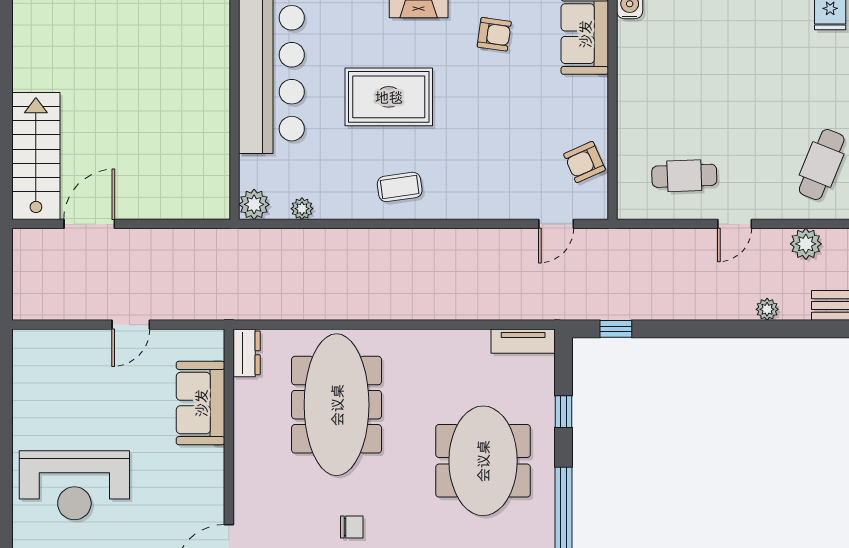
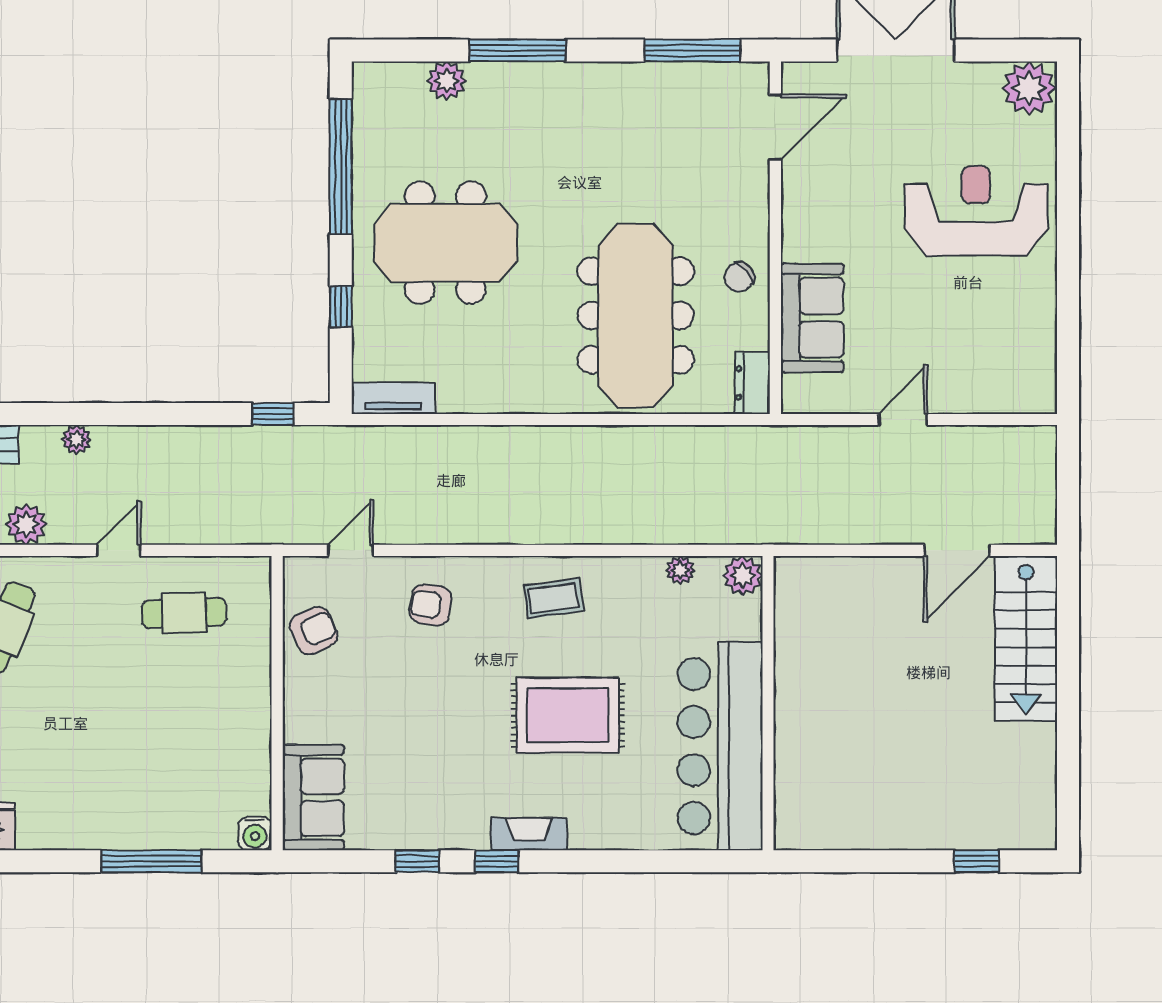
armchair: (494, 34) -> (431, 605), moved
meeting table: (483, 461) -> (445, 243), turned 90
chair: (352, 527) -> (739, 277), moved, turned -40

